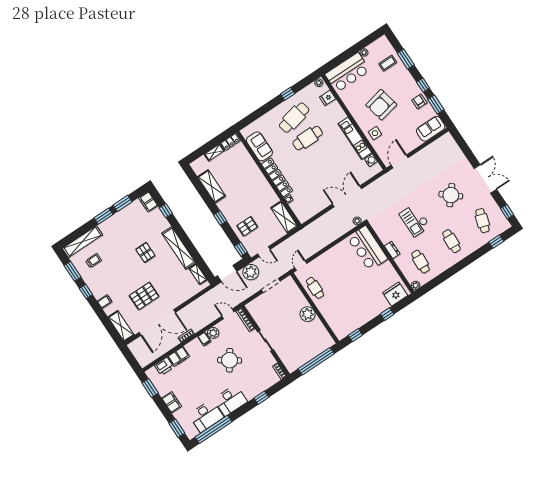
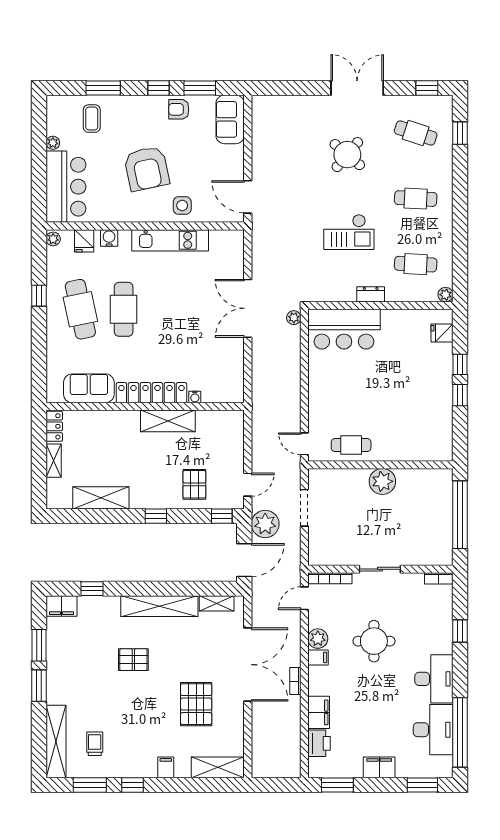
water cooler: (371, 160) -> (109, 238), moved
shelving: (284, 217) -> (168, 421), moved
fridge: (395, 294) -> (442, 333), width x0.53, depth x0.75
double door: (157, 322) -> (248, 665), moved
window: (355, 335) -> (460, 395), moved
round table: (230, 360) -> (374, 641), turned -35

